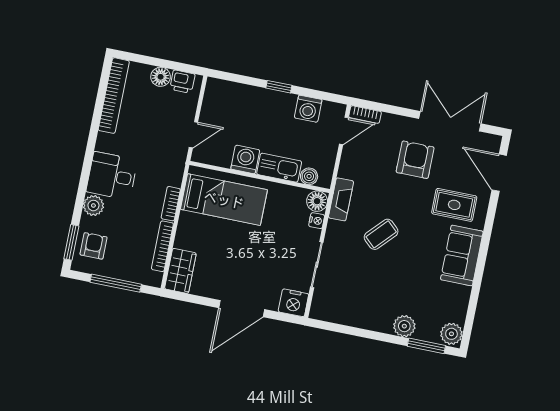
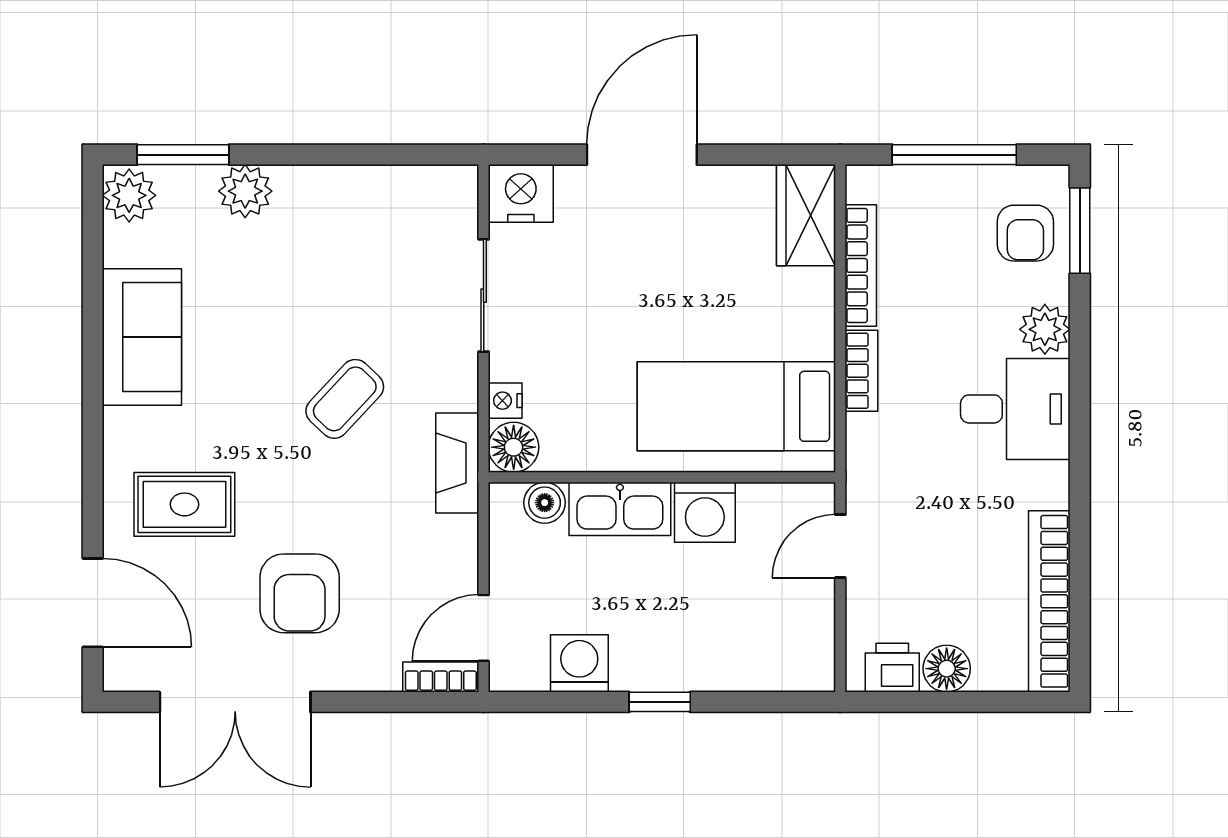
sofa: (462, 255) -> (142, 337), moved

